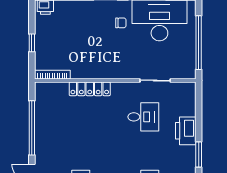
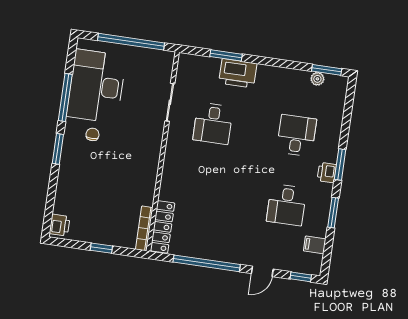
locker: (90, 89) -> (163, 227), moved
desk: (143, 117) -> (213, 123), turned 180
window: (199, 155) -> (226, 55), moved

